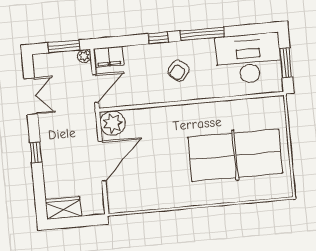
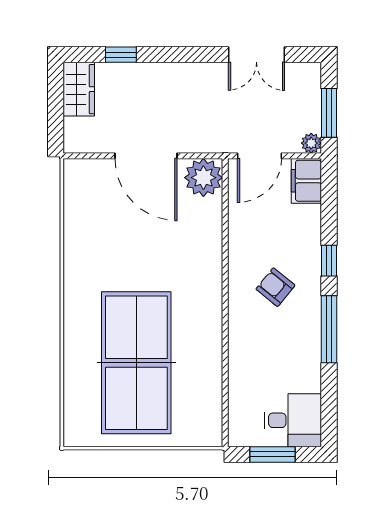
desk: (249, 59) -> (293, 420), width x0.53, depth x0.77
door: (95, 88) -> (259, 156), hinge flipped
window: (36, 152) -> (121, 55), moved

